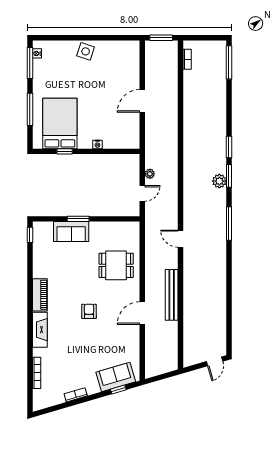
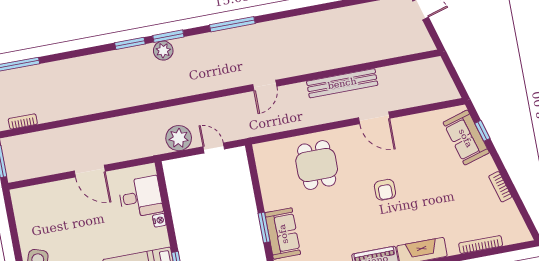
desk: (117, 134) -> (140, 197), added
plant: (150, 174) -> (179, 138), width x1.88, depth x1.88
plant: (219, 181) -> (163, 51), moved
armchair: (89, 311) -> (385, 190), turned -90

